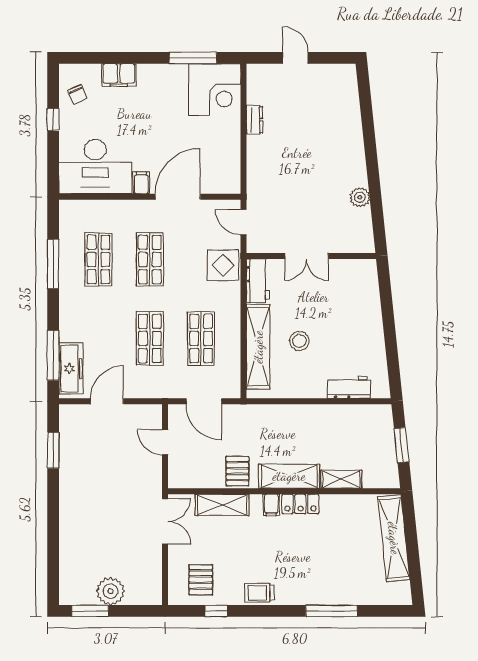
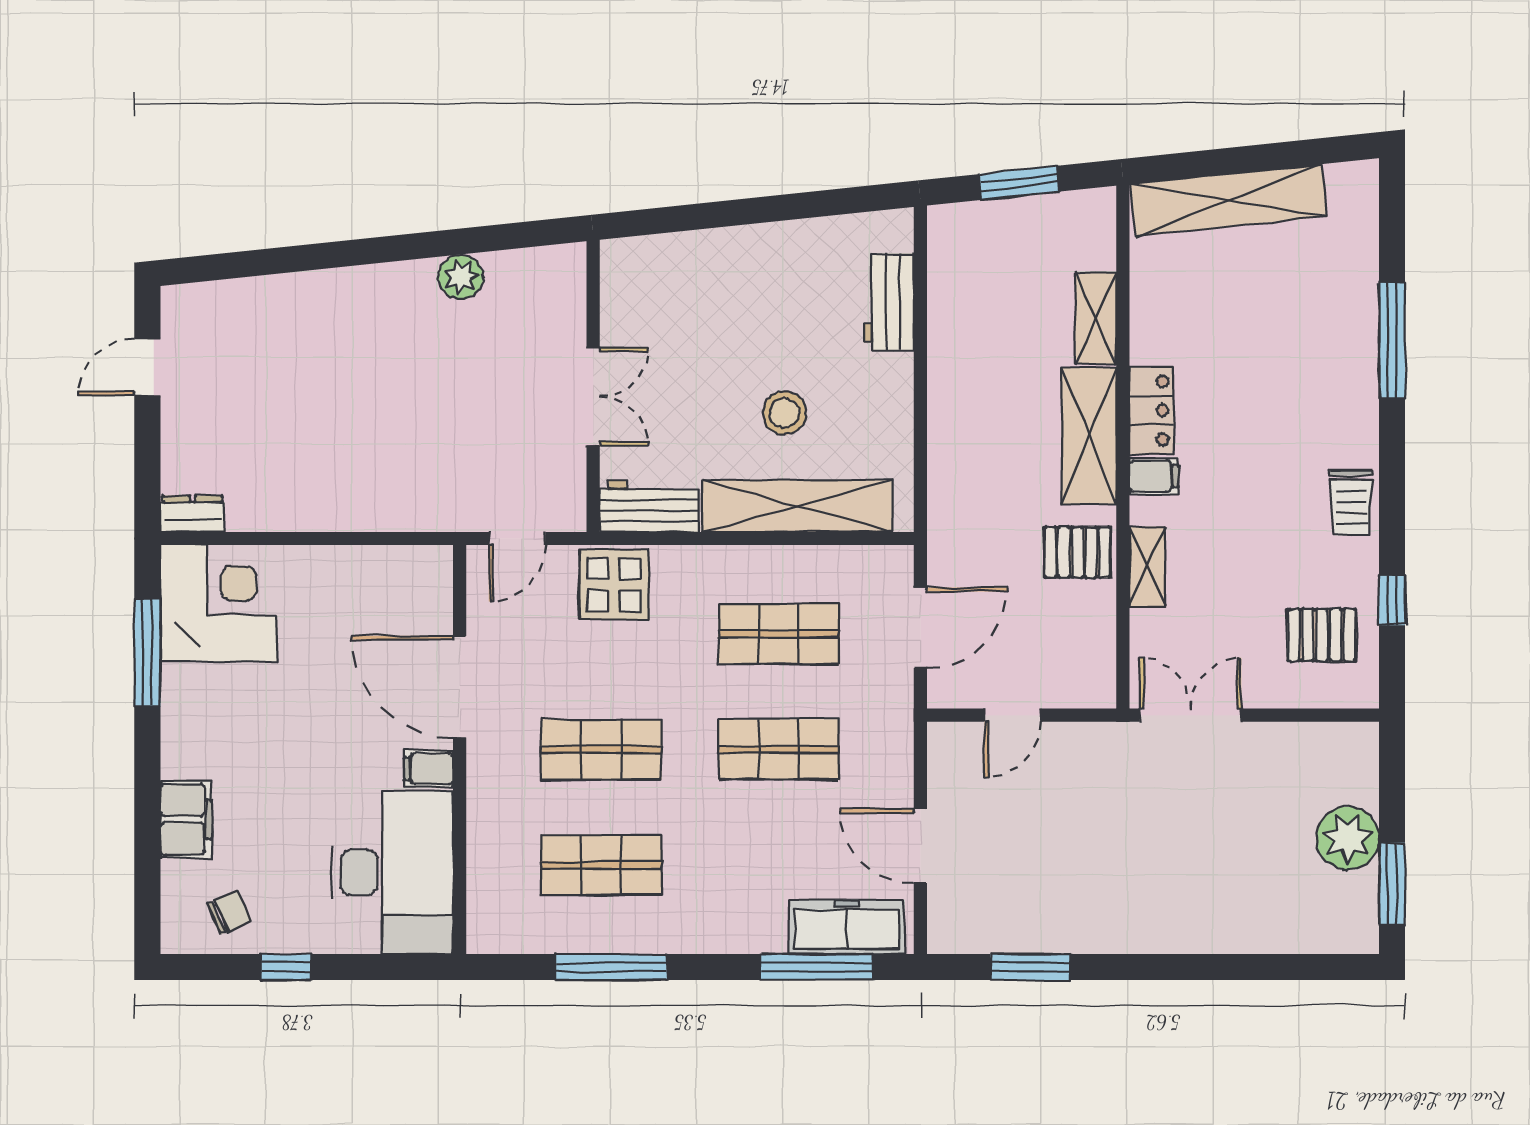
door: (295, 58) -> (147, 367), moved
dresser: (254, 120) -> (193, 514), moved
shelving: (222, 505) -> (1147, 567), width x0.67, depth x0.75

